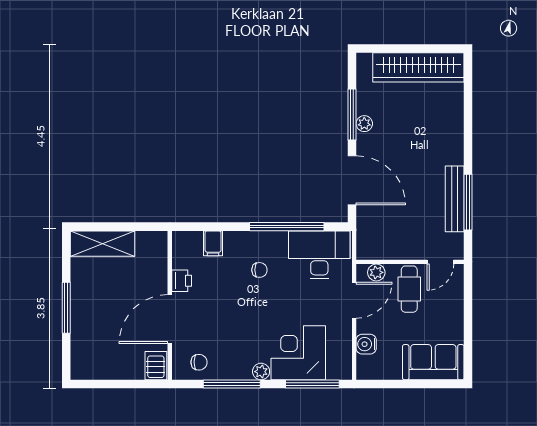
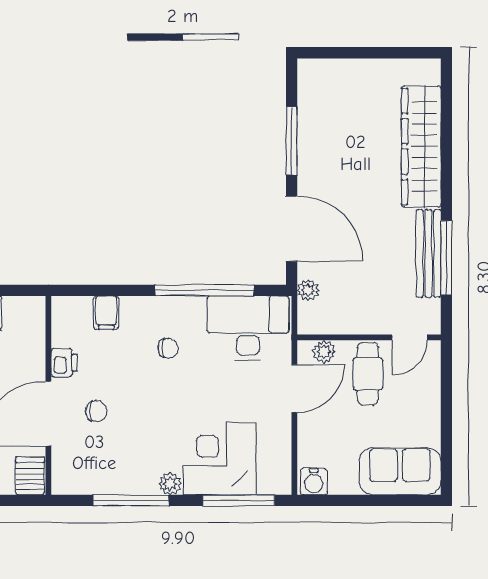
wardrobe: (418, 67) -> (421, 147), moved, turned 90
plant: (364, 124) -> (308, 290), moved
water cooler: (366, 344) -> (314, 482), moved, turned -90
chair: (199, 362) -> (96, 411), moved

